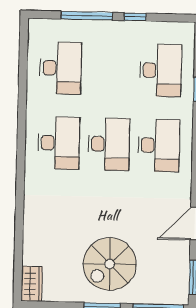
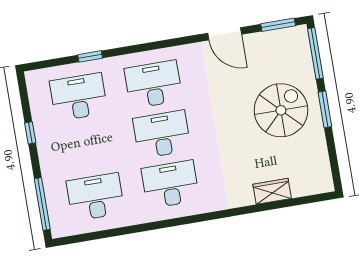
window: (87, 16) -> (42, 204), moved
spiral stairs: (110, 264) -> (281, 110), turned -90
wardrobe: (32, 284) -> (272, 191), moved

